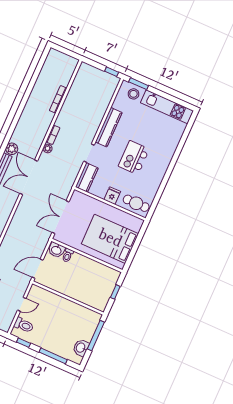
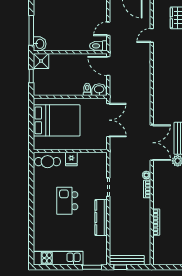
bench: (102, 76) -> (127, 260), added
stool: (133, 94) -> (92, 256), removed
kitchen island: (134, 158) -> (67, 201), turned 180
kitchen counter: (87, 177) -> (101, 165), removed
door: (38, 269) -> (108, 66), swing flipped
shower: (100, 302) -> (41, 61), added
toilet: (24, 325) -> (98, 46), moved
washbasin: (81, 348) -> (40, 44), moved

